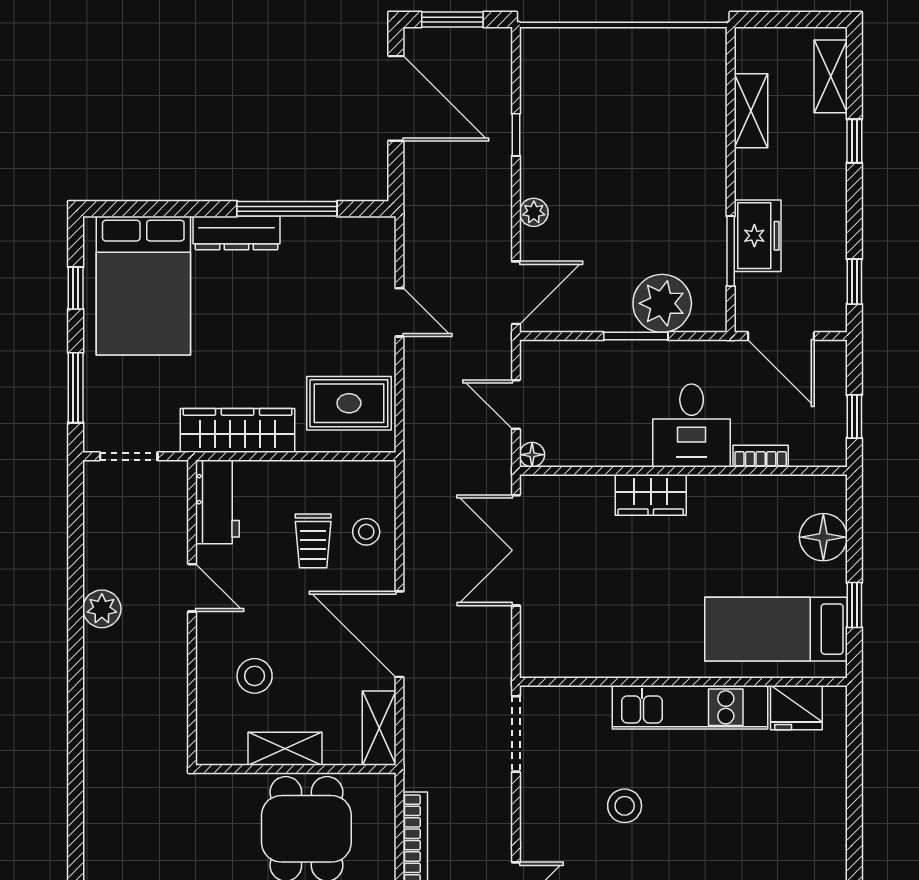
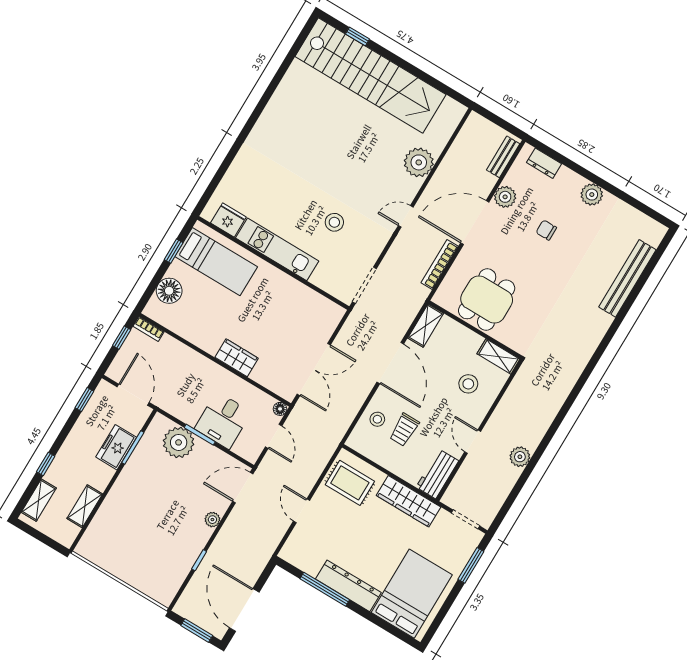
dresser: (237, 233) -> (348, 586), width x1.37, depth x1.24
window: (76, 288) -> (443, 611), removed
desk: (692, 425) -> (223, 420), moved, turned 180
bookcase: (761, 456) -> (149, 329), moved
trolley: (313, 541) -> (404, 430), turned 180
shelving: (285, 749) -> (498, 356), moved

